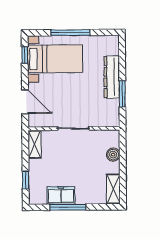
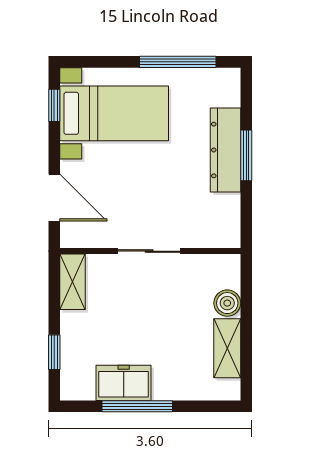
window: (70, 33) -> (178, 62), moved
window: (122, 94) -> (246, 155), moved
shelving: (113, 189) -> (227, 348), moved

